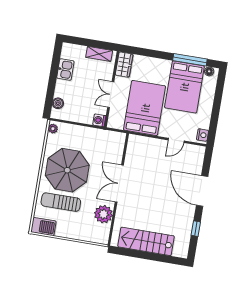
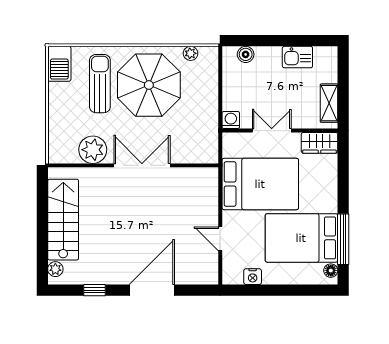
plant: (53, 129) -> (191, 53), moved
nightstand: (203, 135) -> (253, 277), moved
plant: (178, 252) -> (55, 269), added

